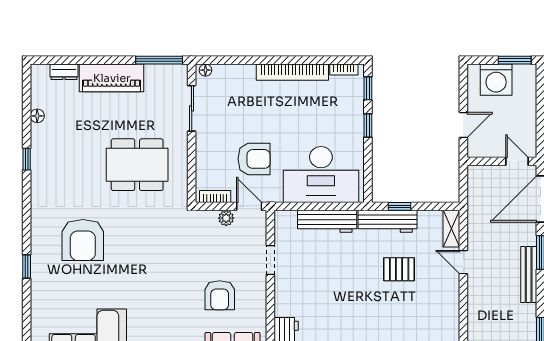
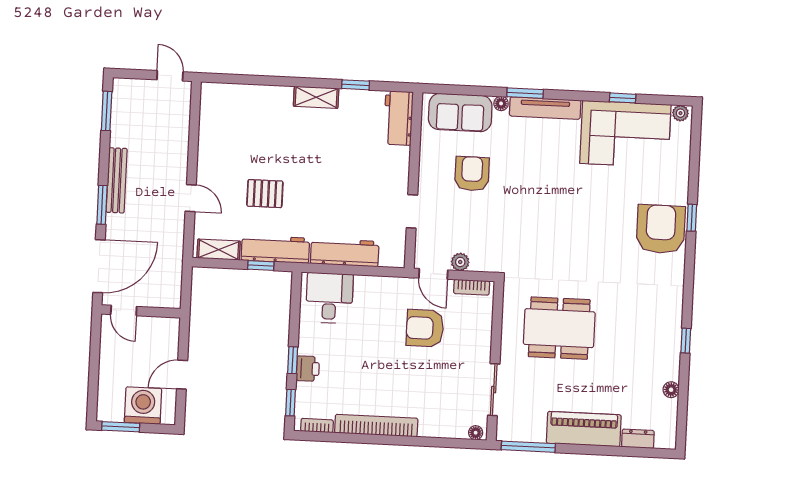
printer: (354, 119) -> (308, 369), added
door: (463, 125) -> (182, 375), moved
desk: (321, 175) -> (329, 298), width x0.53, depth x0.77
shelving: (451, 229) -> (219, 250), moved, turned 90
armchair: (83, 240) -> (661, 229), moved

